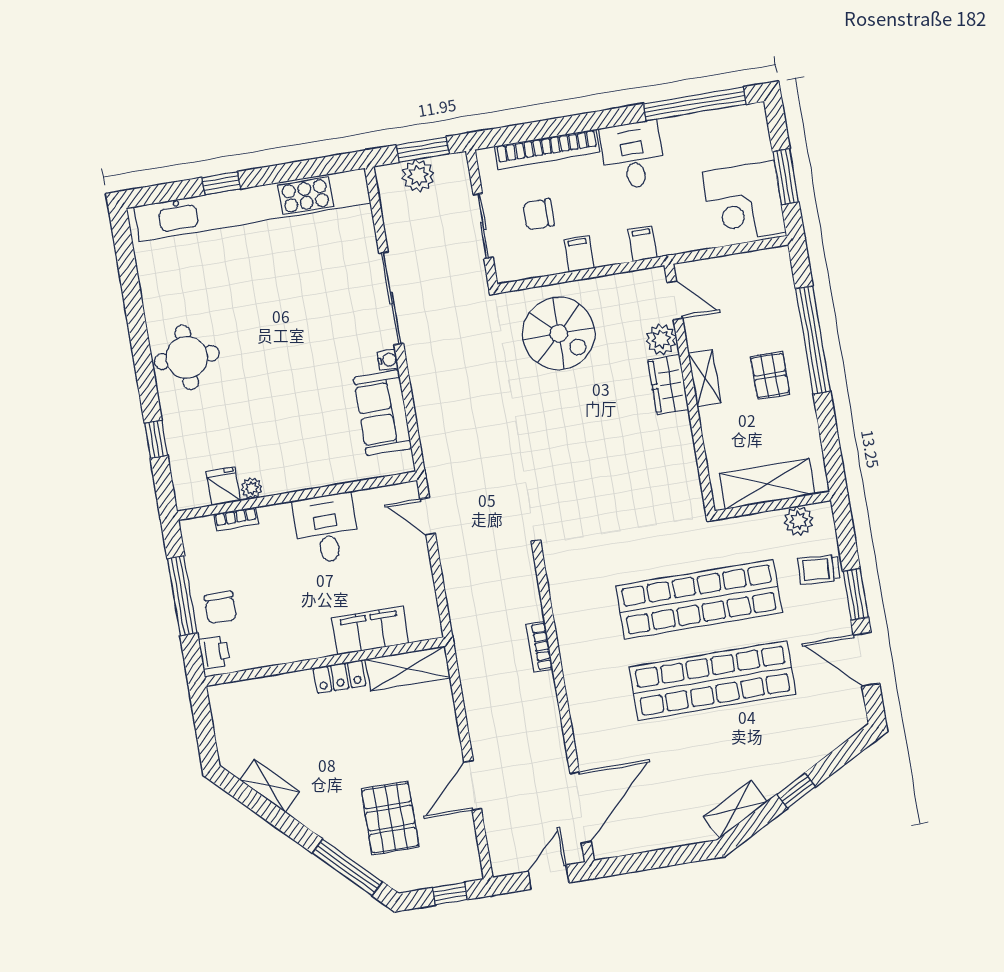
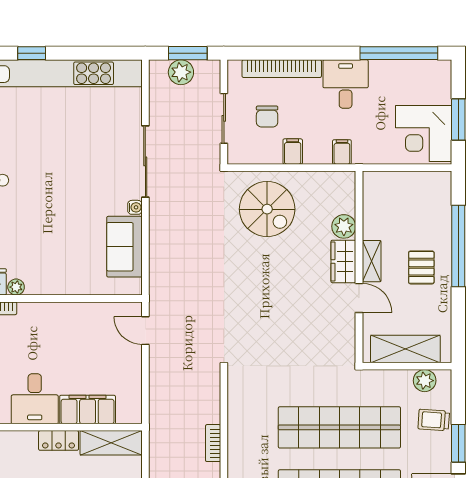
chair: (539, 214) -> (267, 117), turned -90
door: (675, 300) -> (359, 298), moved
desk: (326, 528) -> (35, 399), moved, turned 180

